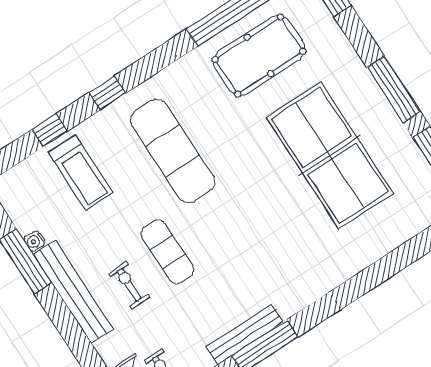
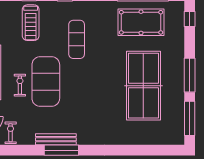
exercise mat: (173, 151) -> (77, 39), width x0.73, depth x0.69
exercise mat: (167, 252) -> (46, 82), width x2.00, depth x1.45

